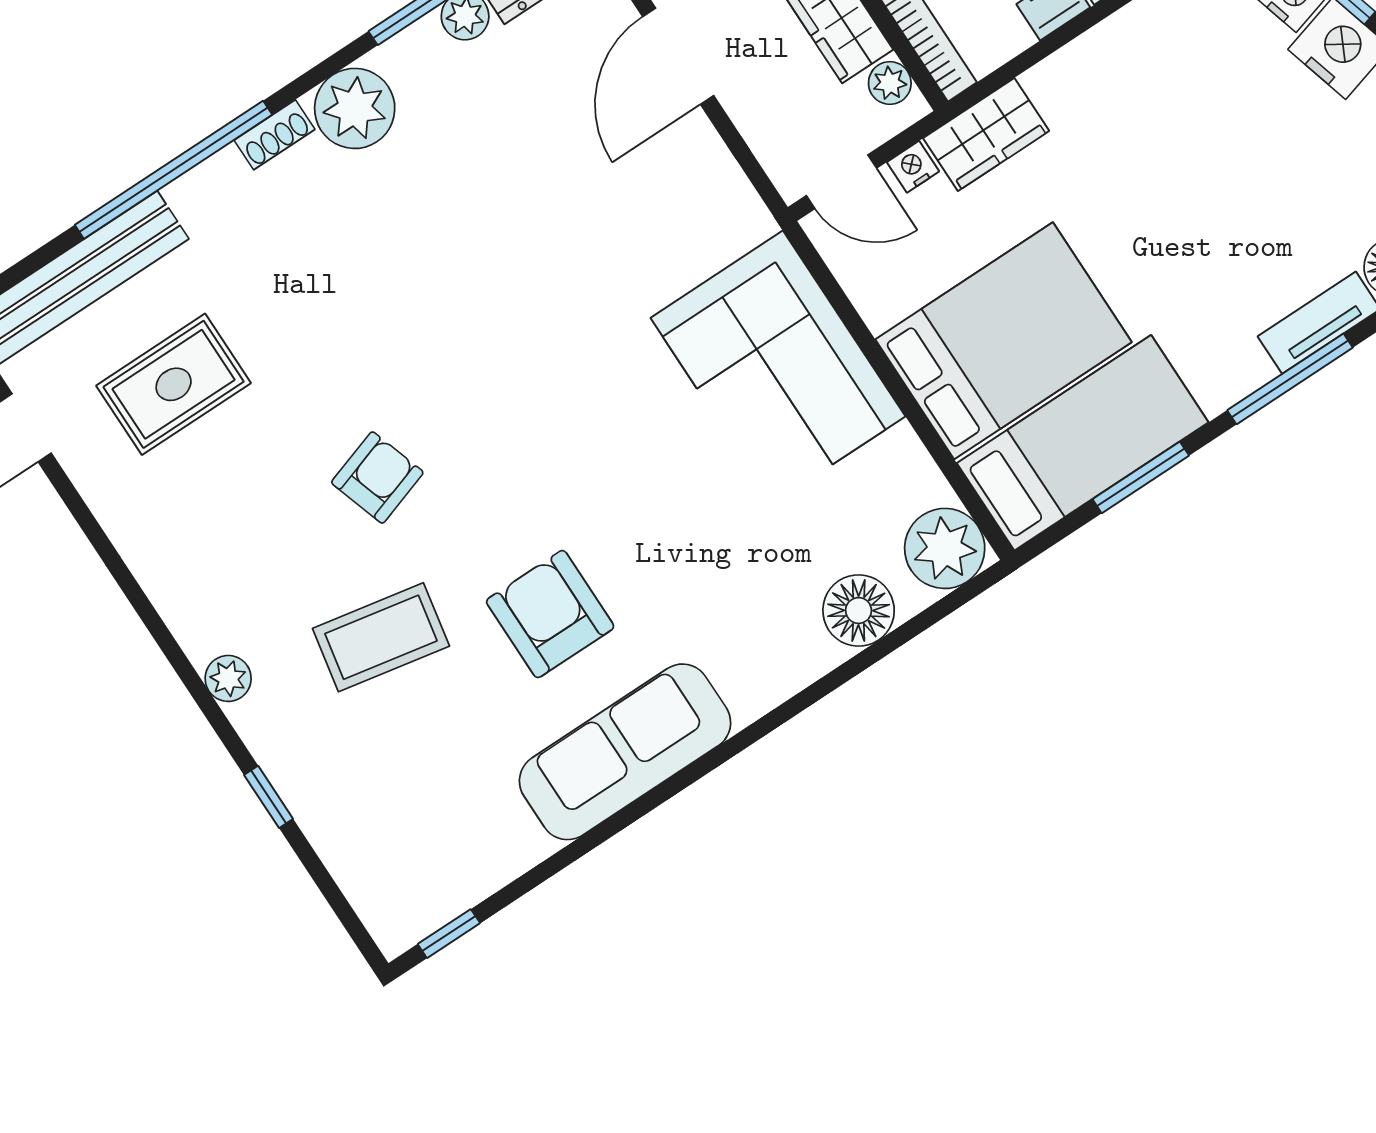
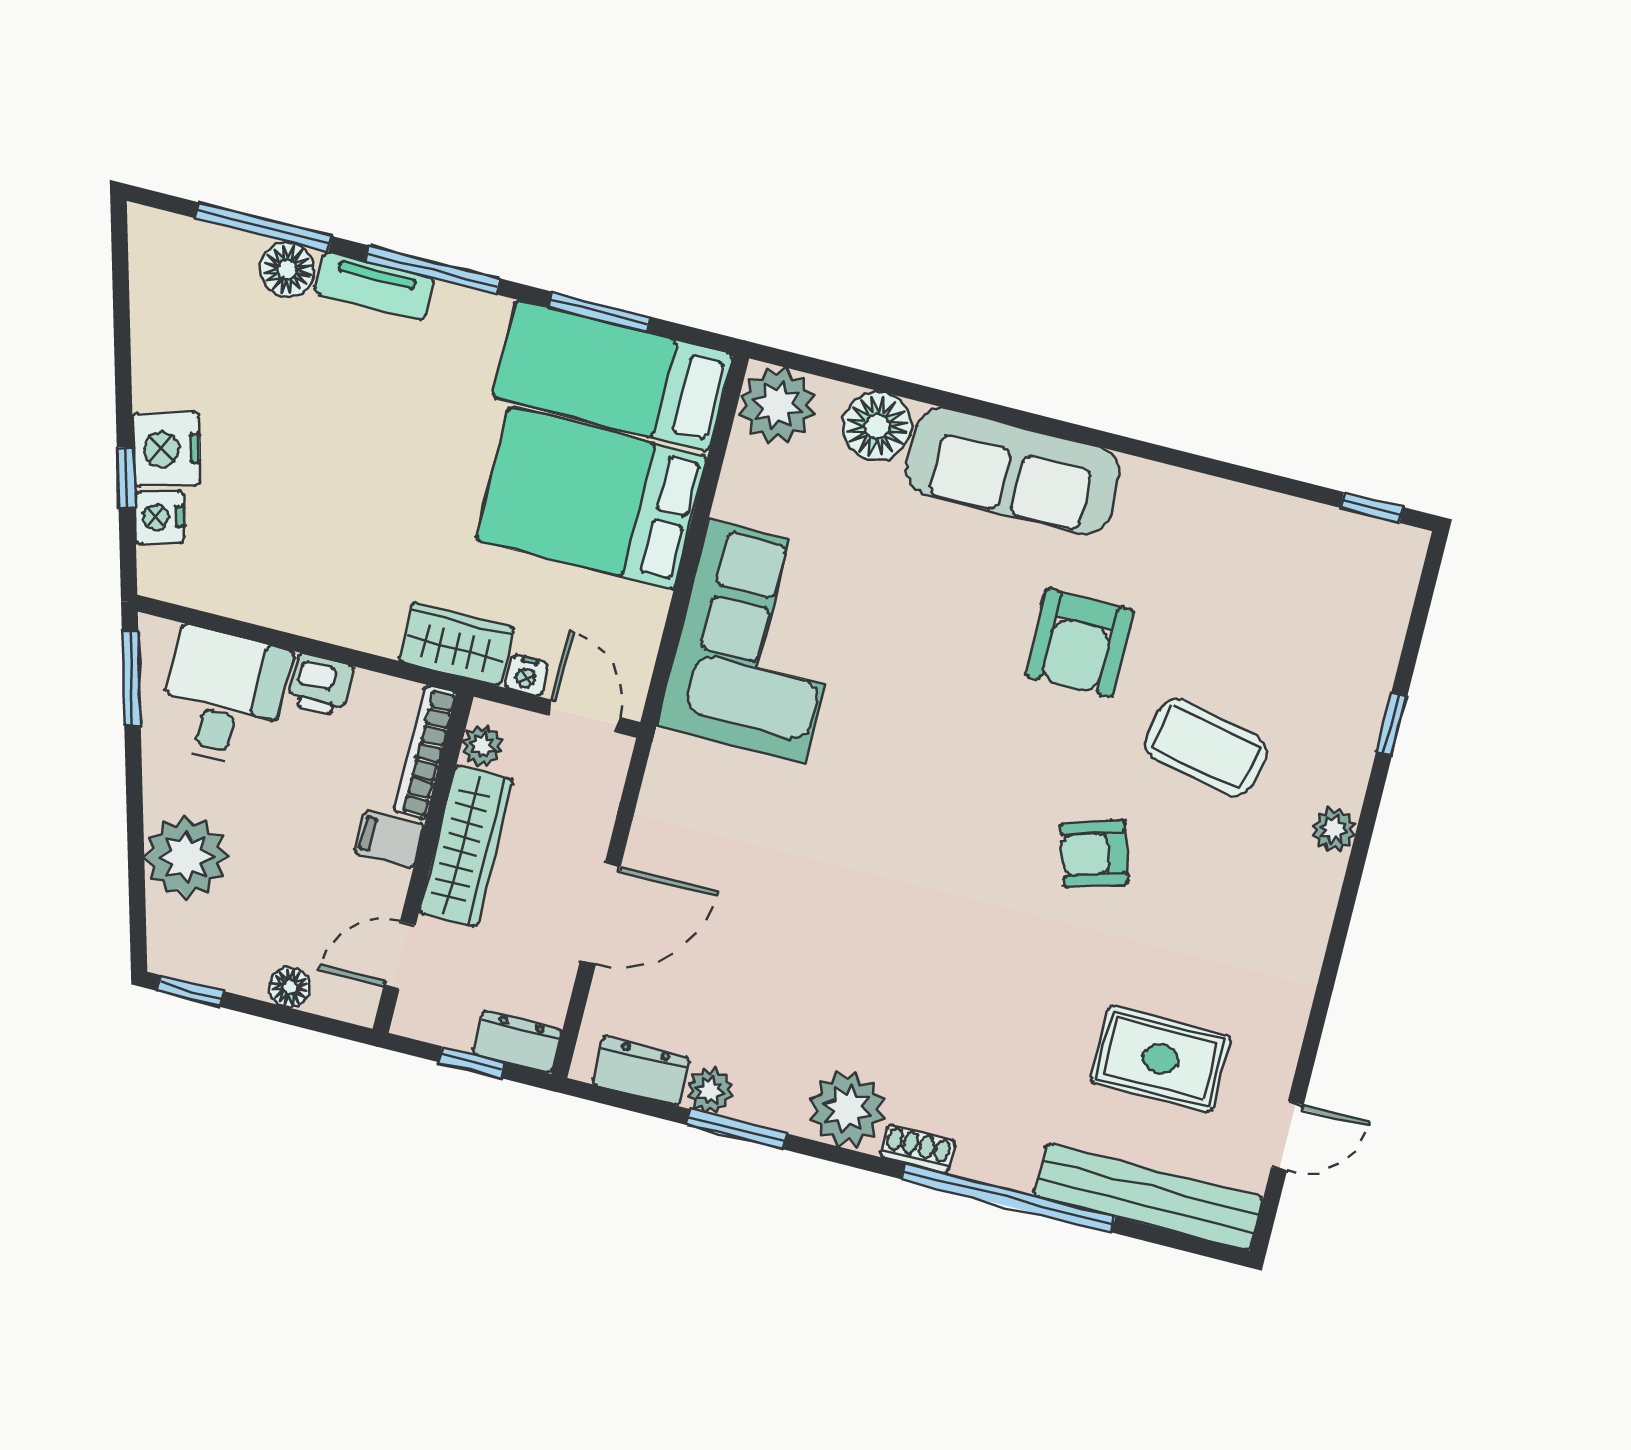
sofa: (625, 752) -> (1013, 471), moved

